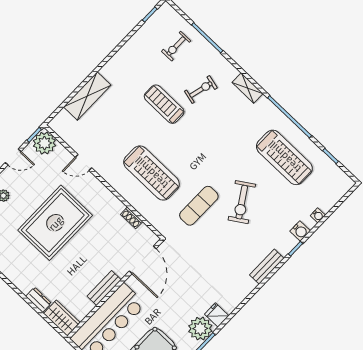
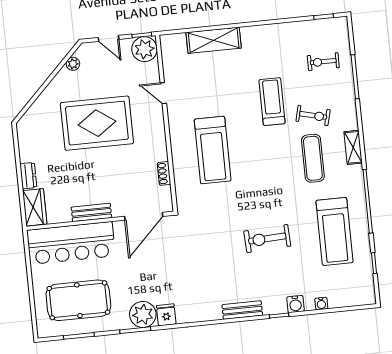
exercise bike: (242, 202) -> (267, 239), turned 30
exercise mat: (199, 206) -> (313, 158), moved, turned 90

